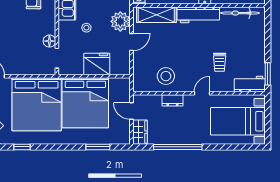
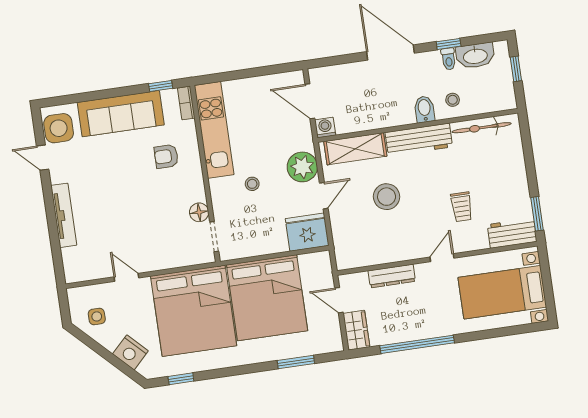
fridge: (97, 64) -> (307, 232), moved
stool: (166, 76) -> (387, 197), moved
dresser: (172, 100) -> (392, 276), width x1.44

